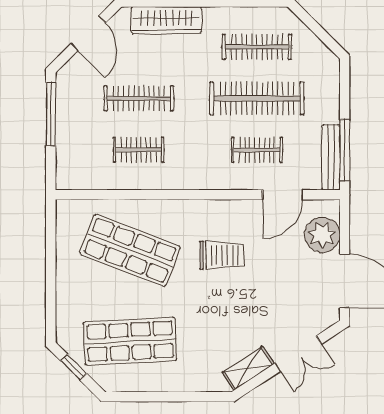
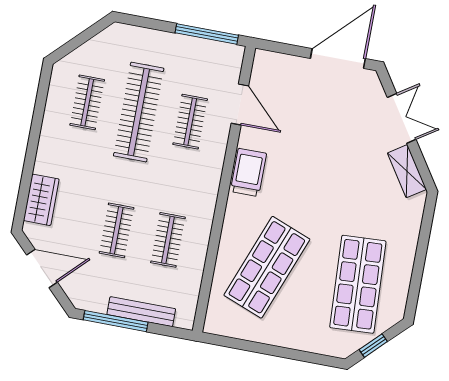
wardrobe: (166, 20) -> (41, 200), width x0.67
clothes rail: (257, 47) -> (87, 102), width x0.73
clothes rail: (139, 98) -> (117, 230), width x0.73
bench: (331, 157) -> (141, 312), moved
plant: (322, 235) -> (287, 72), removed
trolley: (222, 255) -> (248, 172), moved

